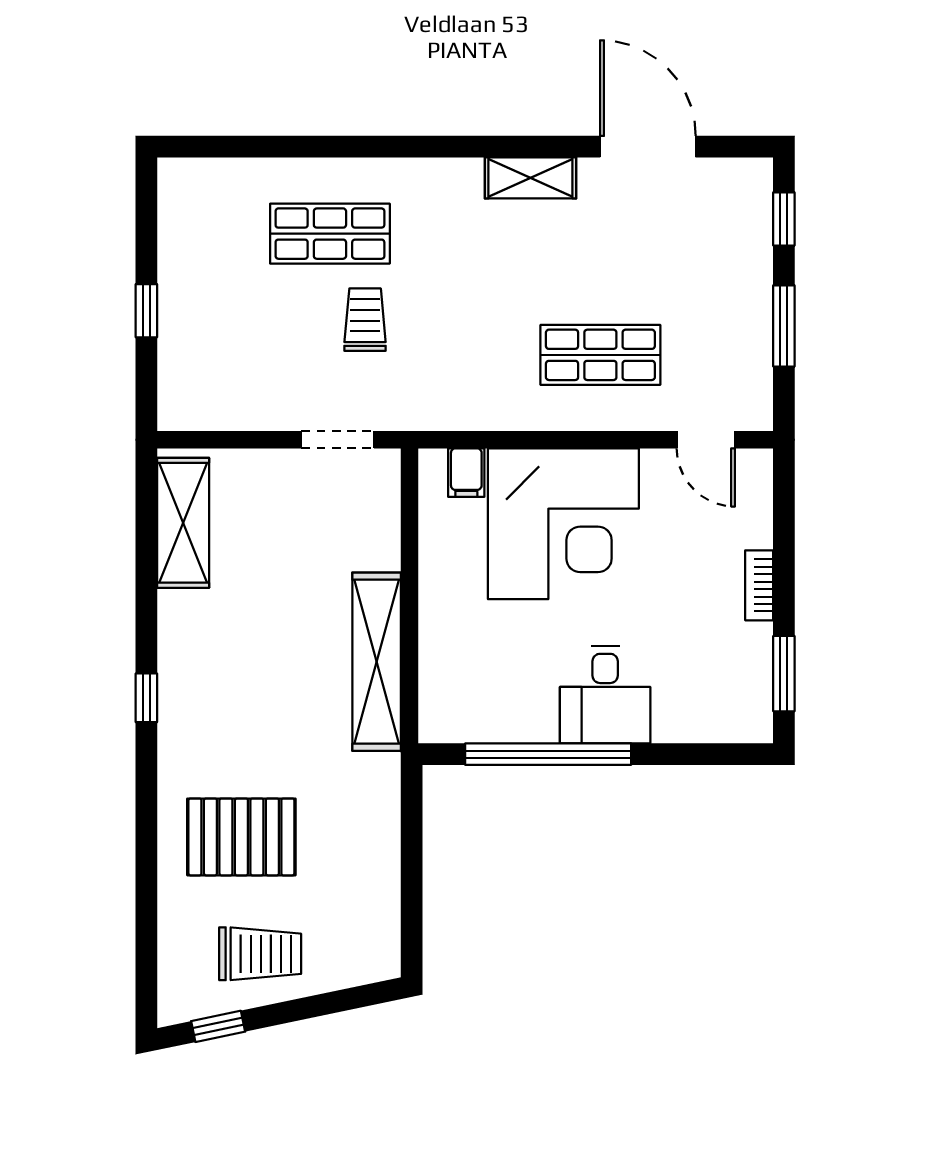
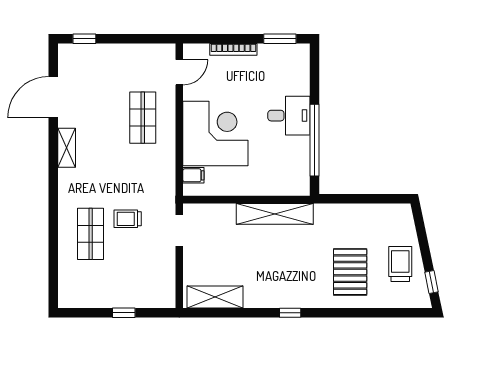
window: (784, 326) -> (130, 39), removed
bookcase: (759, 585) -> (233, 49), width x1.56

